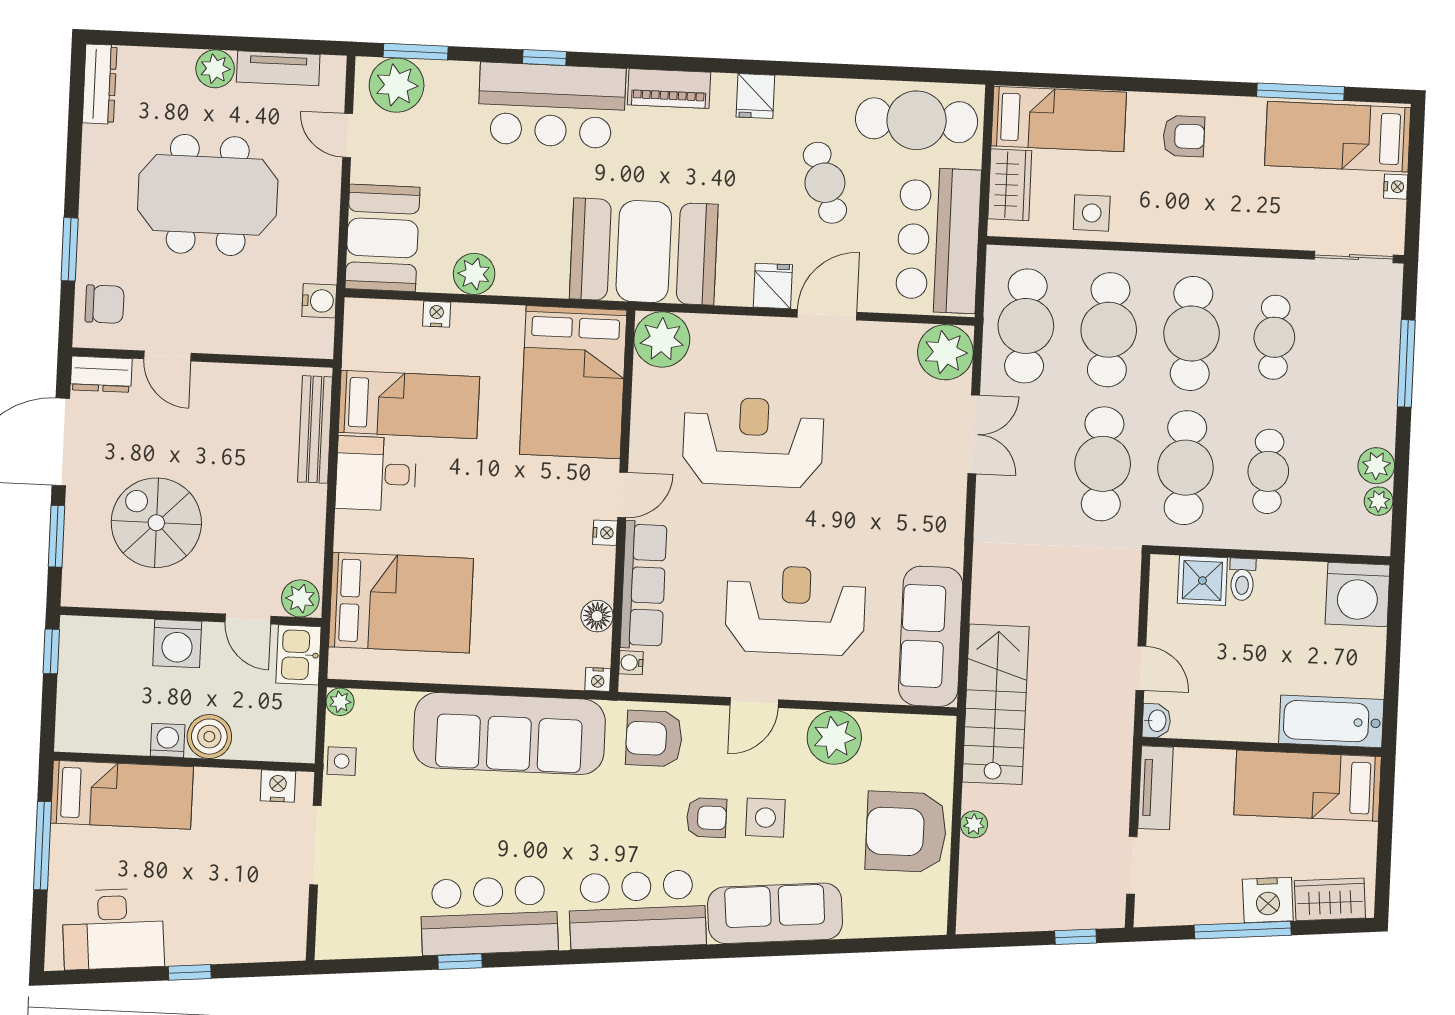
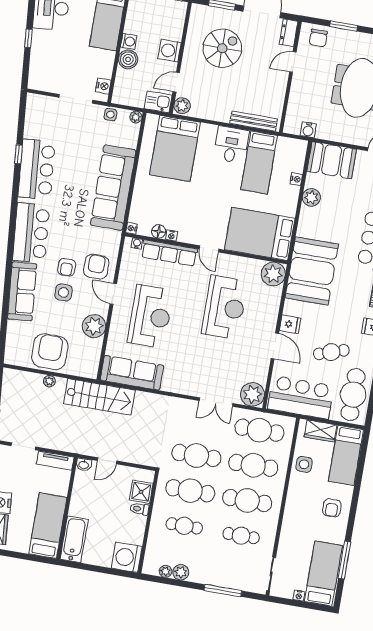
nightstand: (605, 533) -> (172, 235), moved
armchair: (654, 739) -> (96, 267), moved

